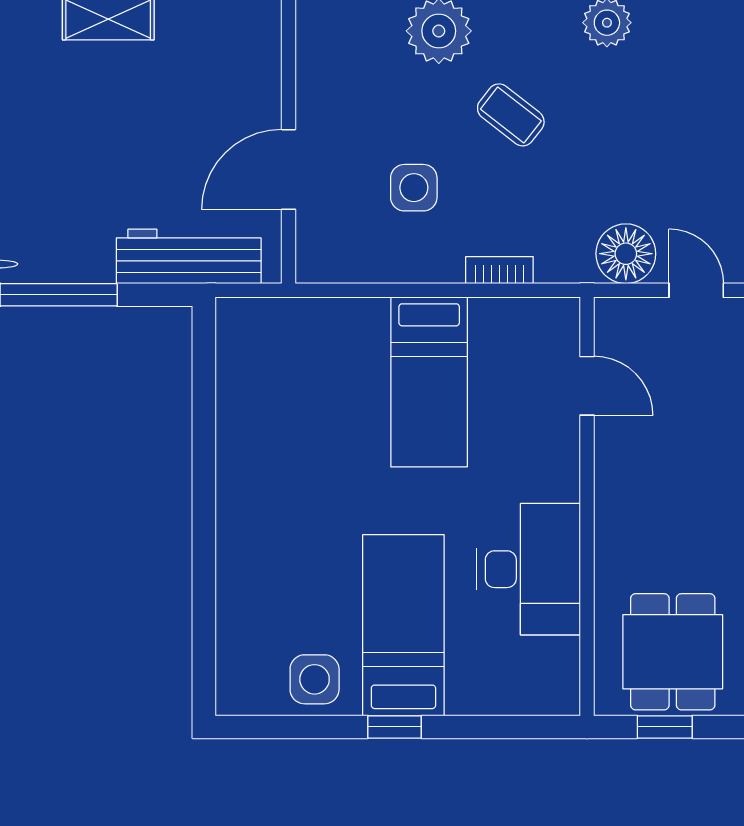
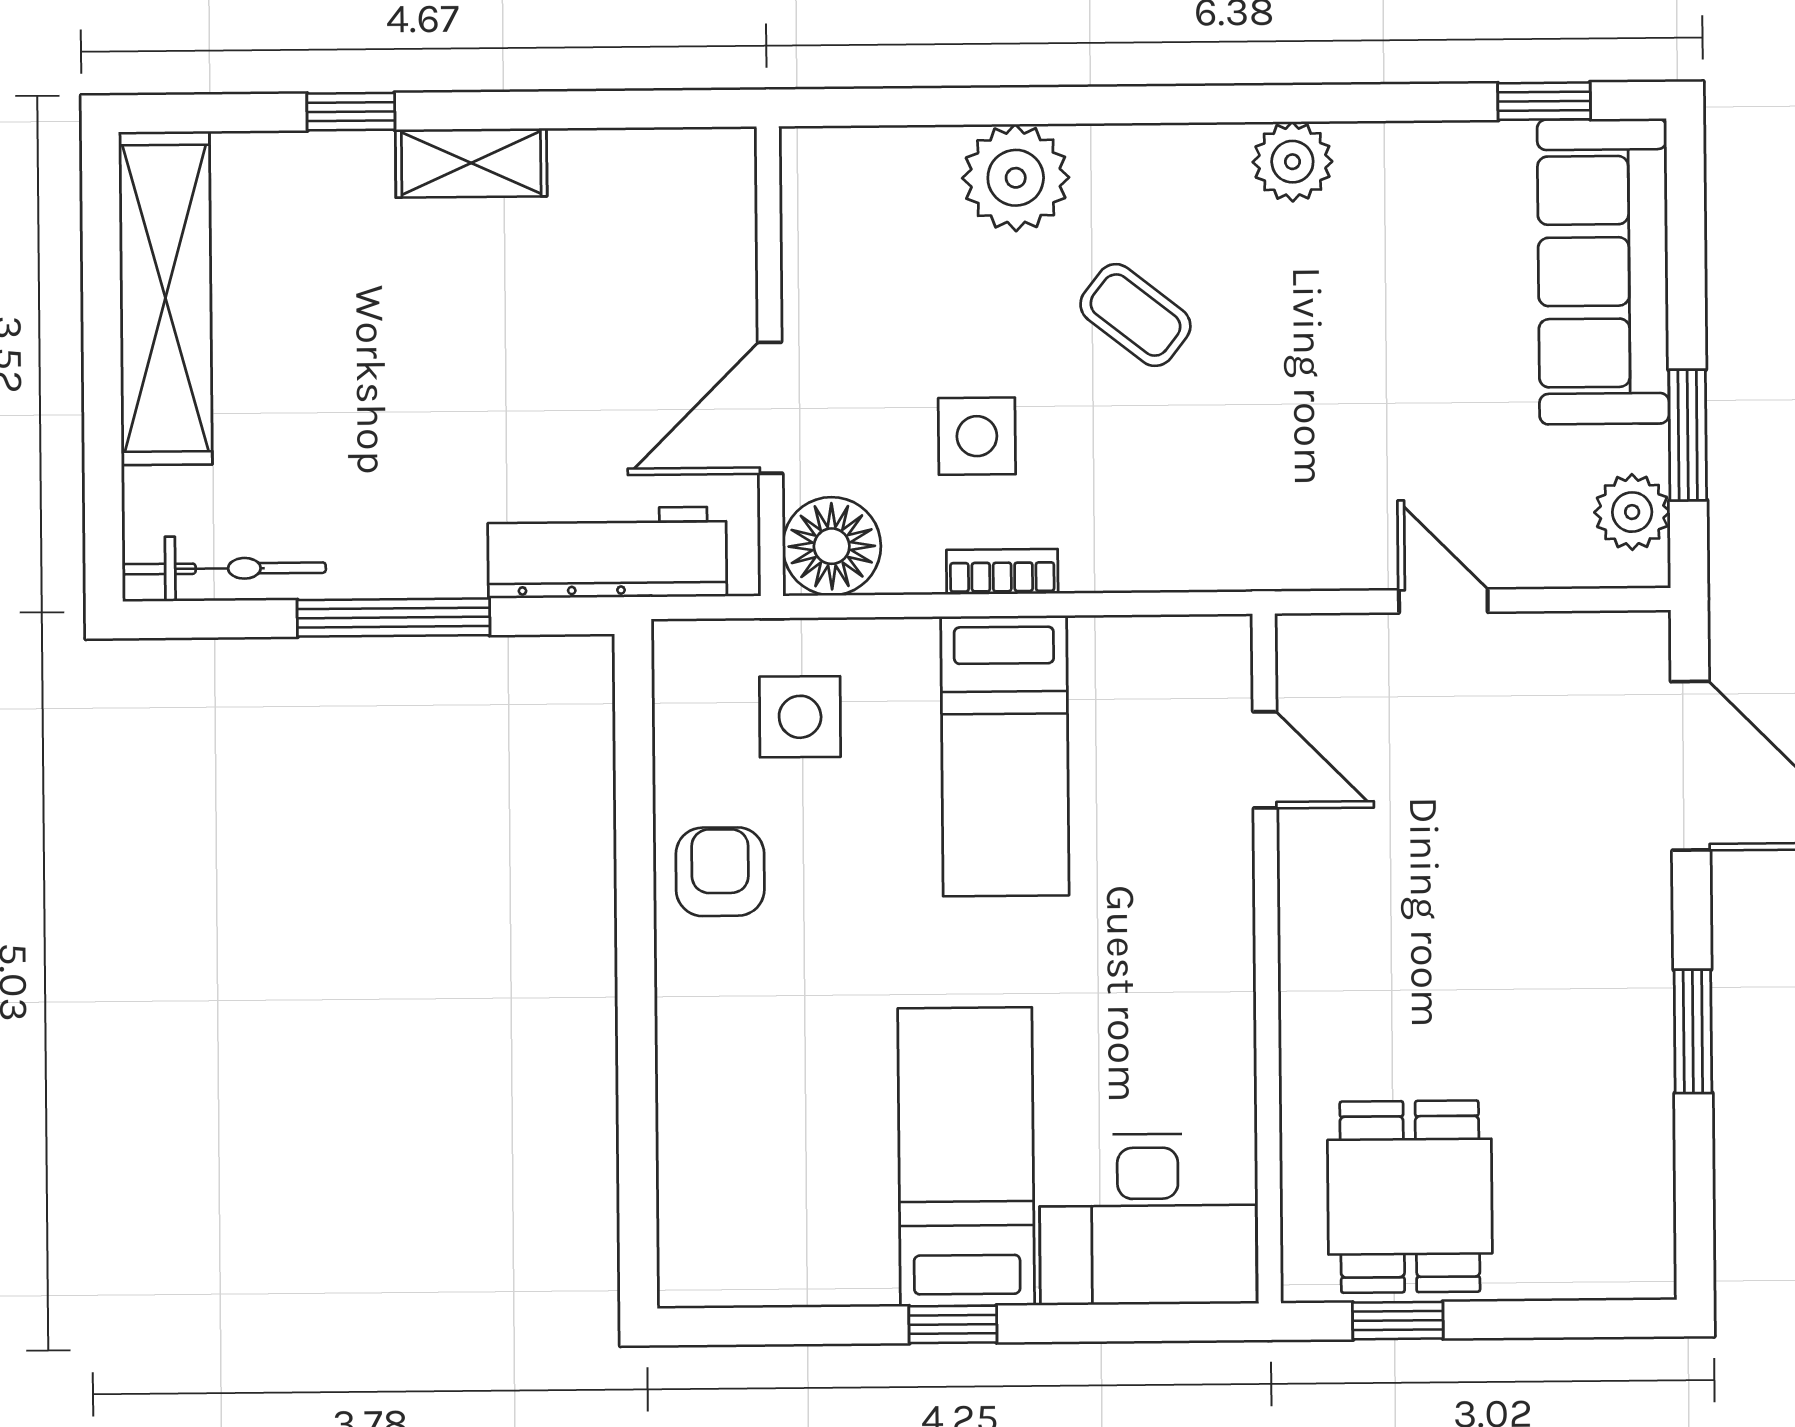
floor lamp: (626, 254) -> (832, 546), moved
bookcase: (499, 270) -> (1002, 572), moved
armchair: (256, 451) -> (720, 872), added
desk: (529, 569) -> (1148, 1219), moved, turned 90
side table: (315, 679) -> (800, 717), moved

